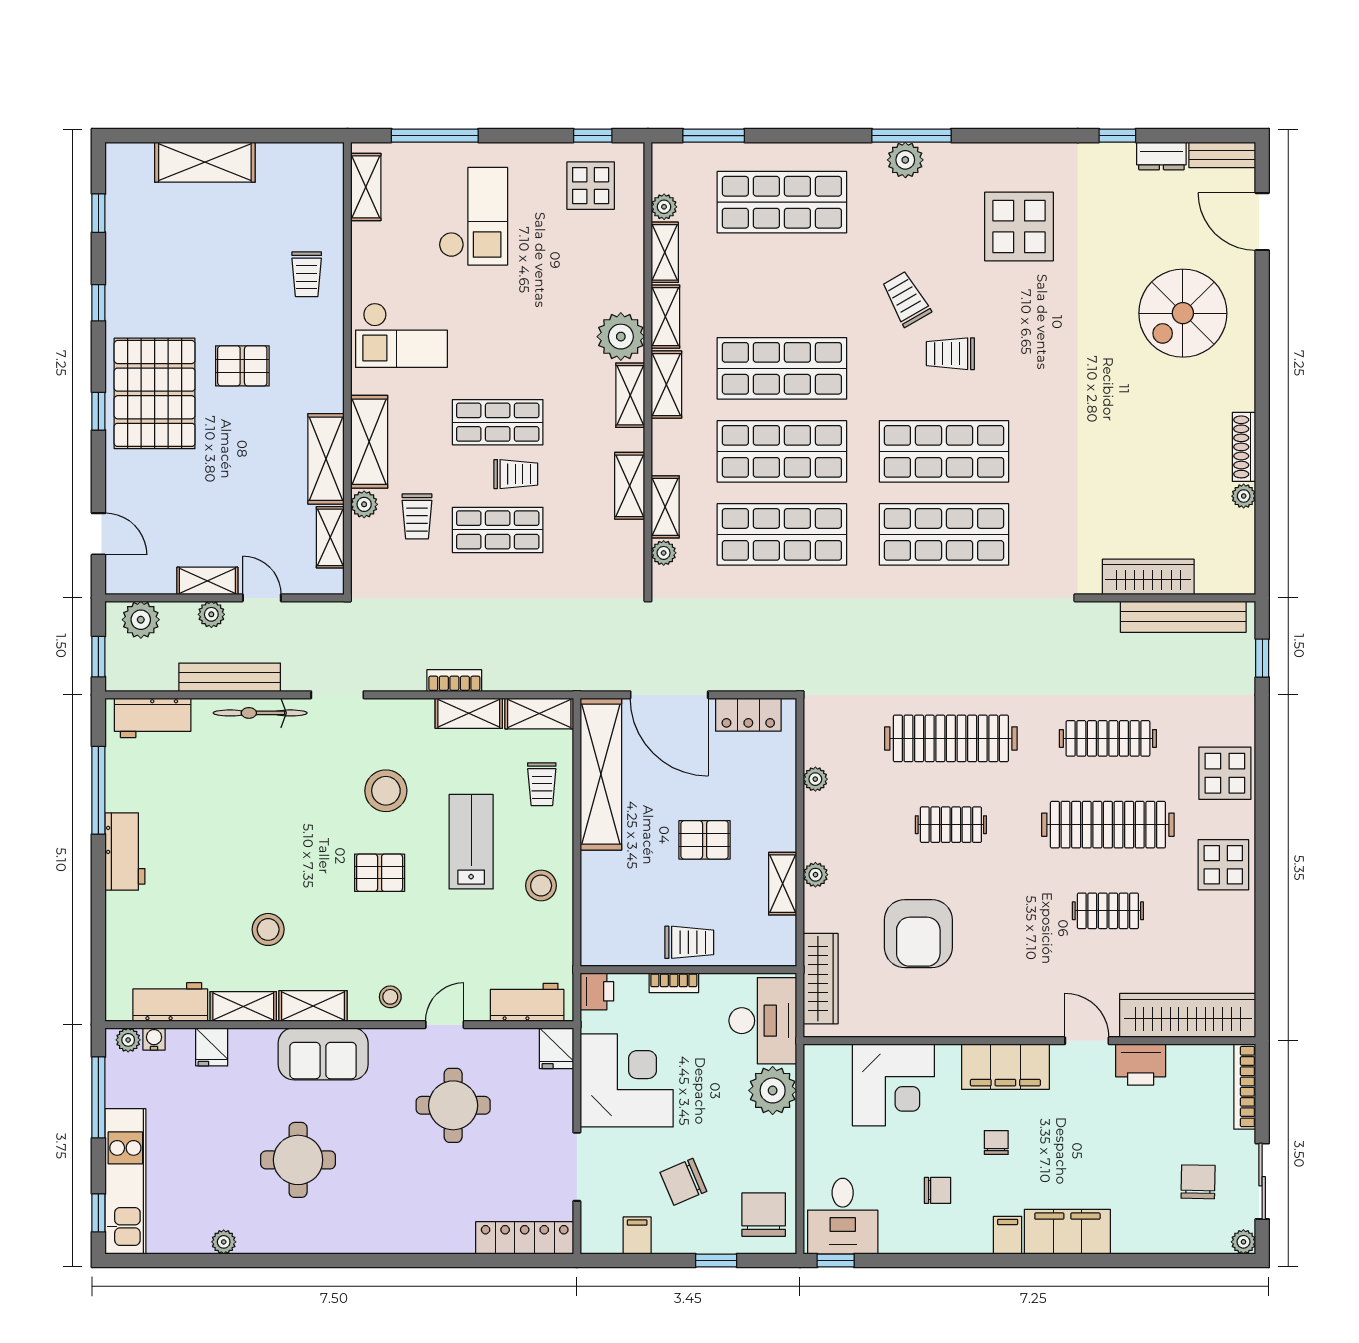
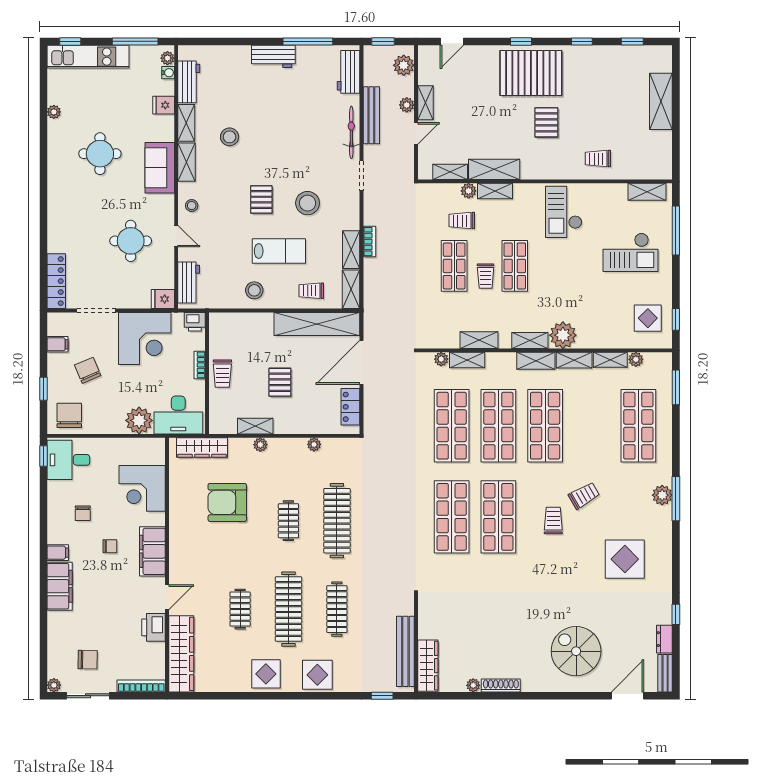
shelving: (369, 442) -> (495, 191), width x0.67, depth x0.75
wardrobe: (1148, 577) -> (428, 666), moved
chair: (764, 1215) -> (69, 415), turned -90

